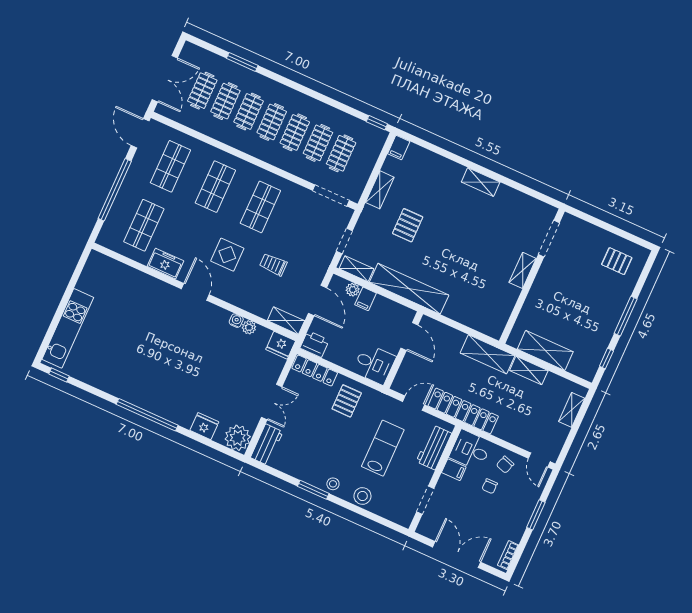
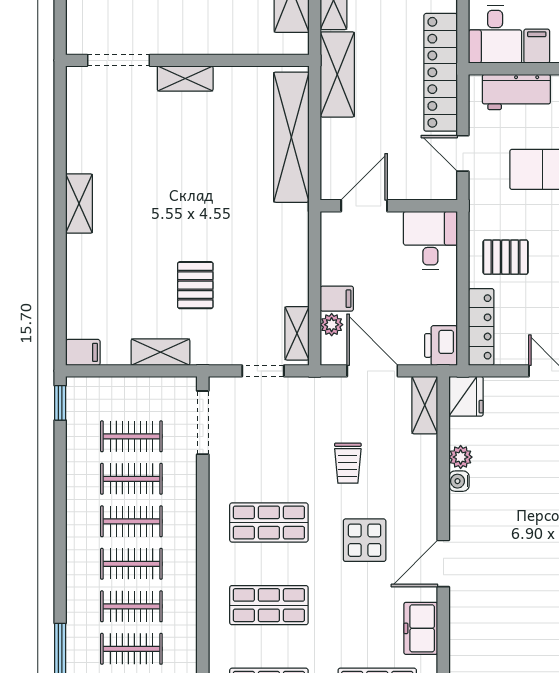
pallet: (408, 225) -> (195, 285), turned 90
shelving: (409, 289) -> (291, 137), moved
door: (317, 301) -> (372, 371), hinge flipped

